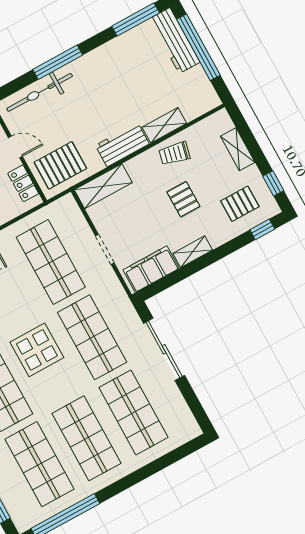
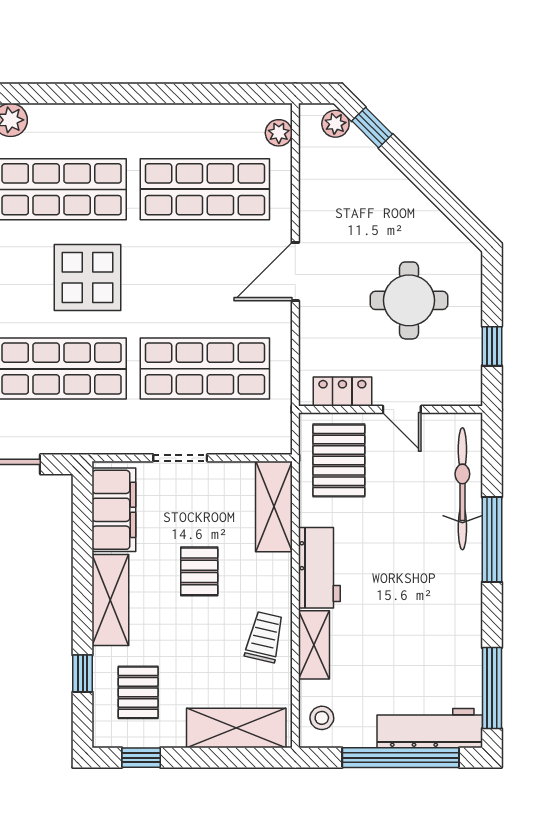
stool: (200, 100) -> (322, 718), added
door: (15, 147) -> (402, 409), hinge flipped
shelving: (238, 149) -> (236, 728), width x1.50, depth x1.33
pallet: (183, 199) -> (199, 571), moved, turned 90
window: (262, 229) -> (83, 673), moved
shelving: (193, 252) -> (110, 600), width x1.50, depth x1.33

